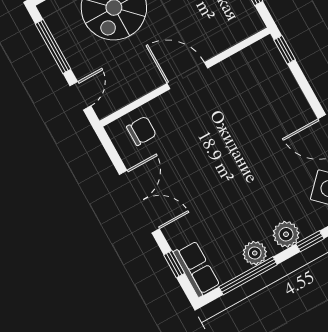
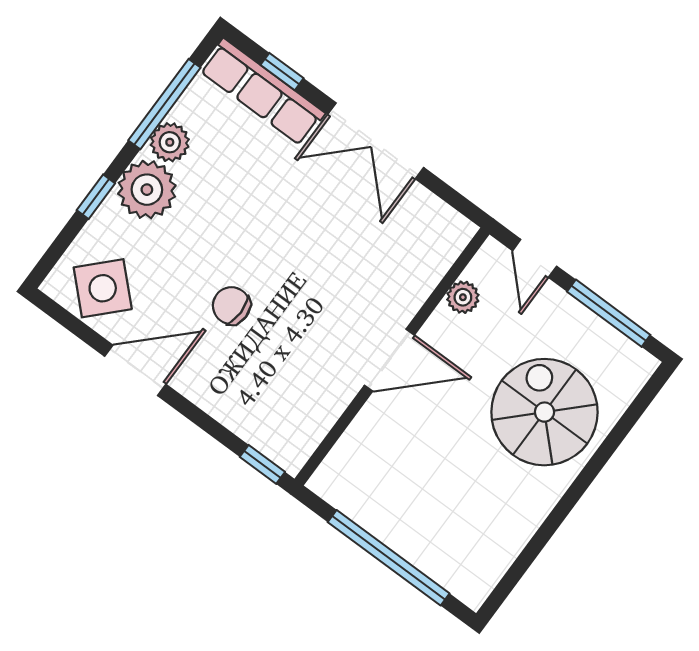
plant: (130, 92) -> (463, 297), added
chair: (141, 131) -> (231, 306), moved, turned 90
plant: (286, 234) -> (147, 190), width x1.36, depth x1.36
row of seats: (197, 269) -> (262, 92), width x1.48

